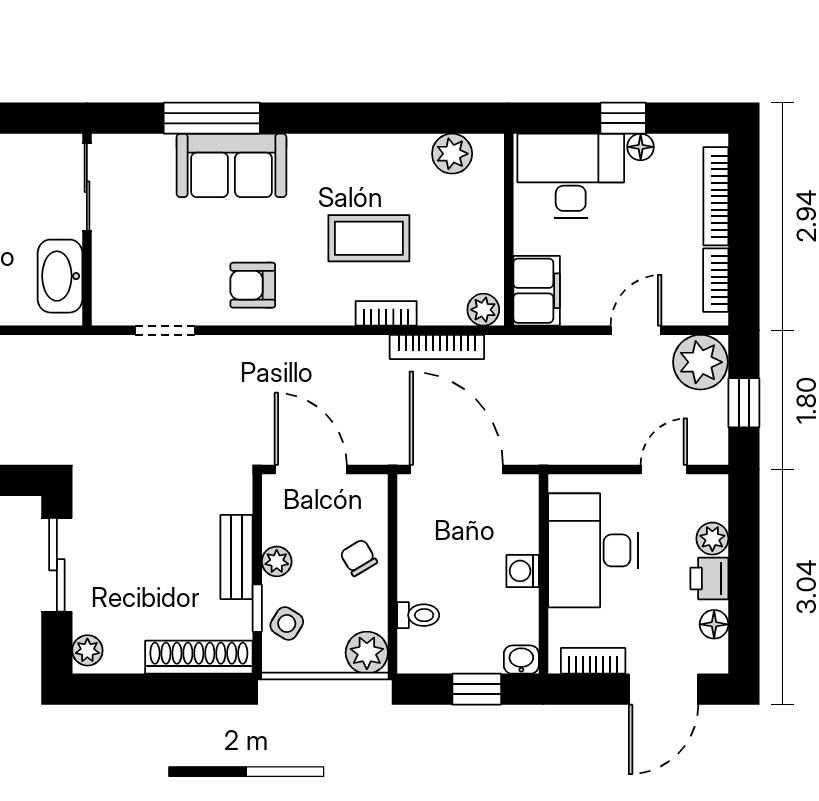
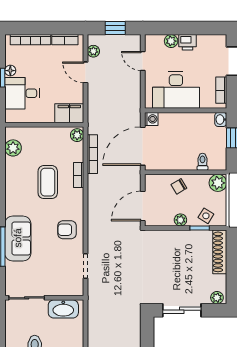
desk: (571, 176) -> (22, 93), width x0.73
armchair: (253, 285) -> (67, 230), turned 90
plant: (700, 362) -> (93, 51), width x0.53, depth x0.53
bench: (236, 557) -> (179, 236), removed
washing machine: (523, 571) -> (151, 119), moved, turned -90
floor lamp: (714, 624) -> (206, 40), removed

